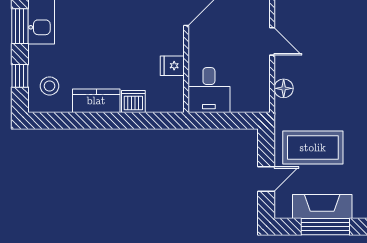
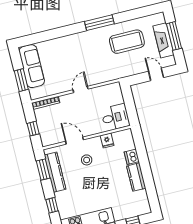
stool: (50, 86) -> (87, 160), moved
floor lamp: (284, 88) -> (105, 77), removed
coffee table: (313, 148) -> (127, 42), moved, turned 90

